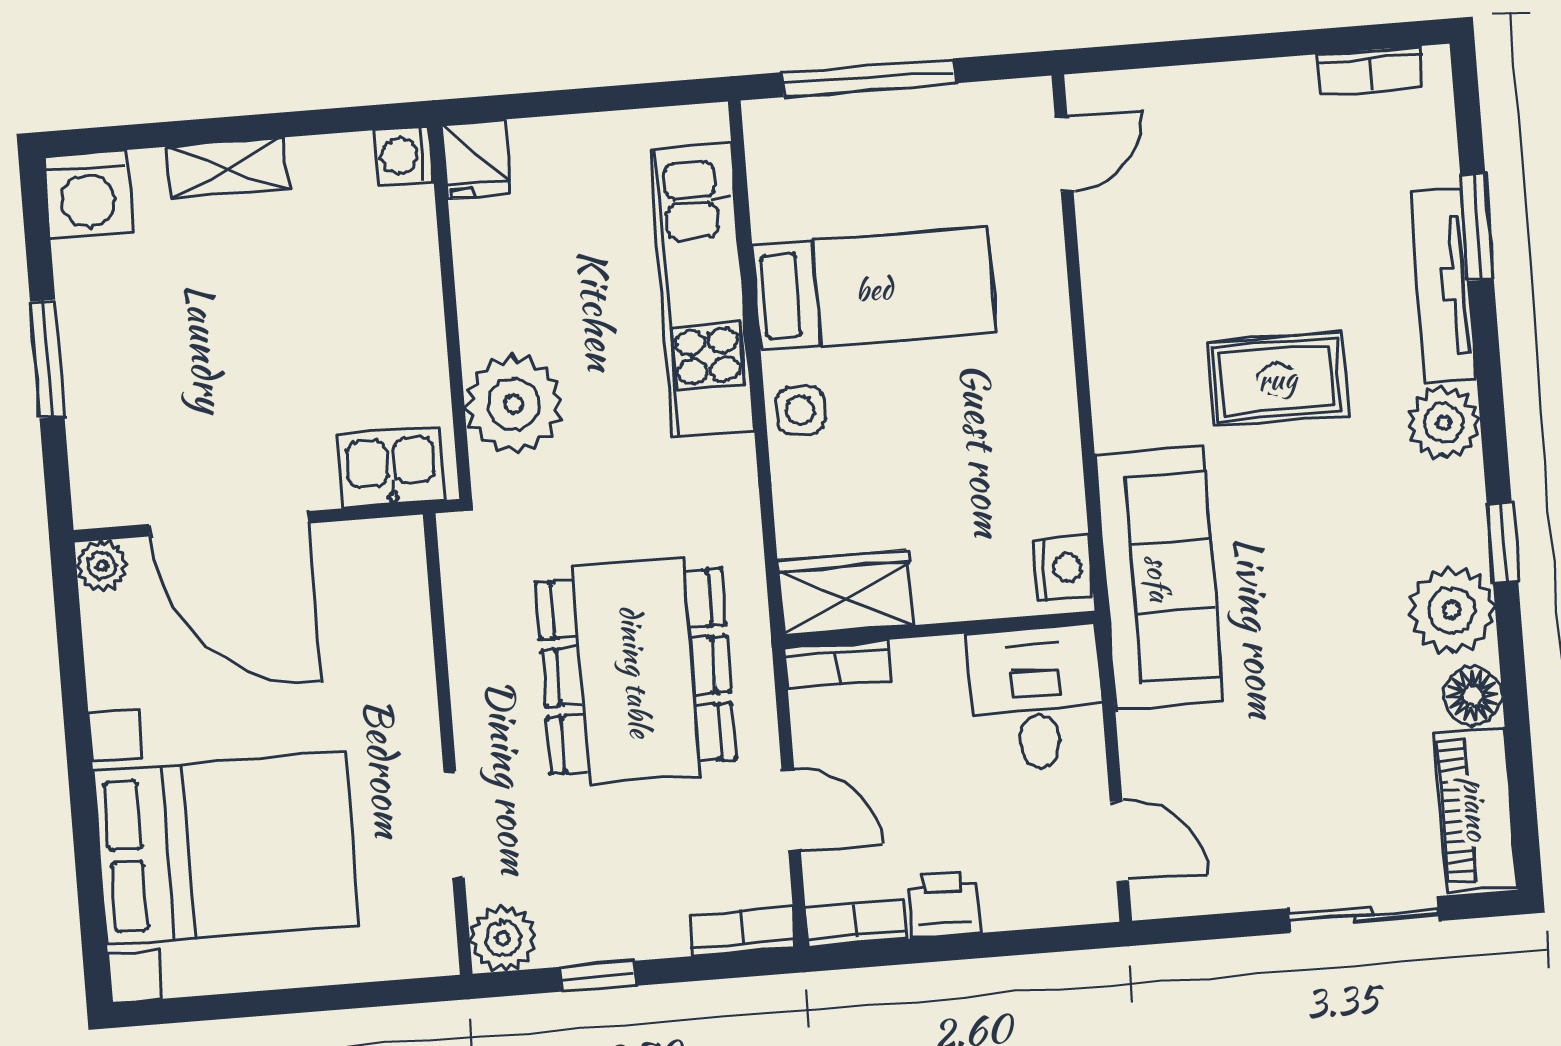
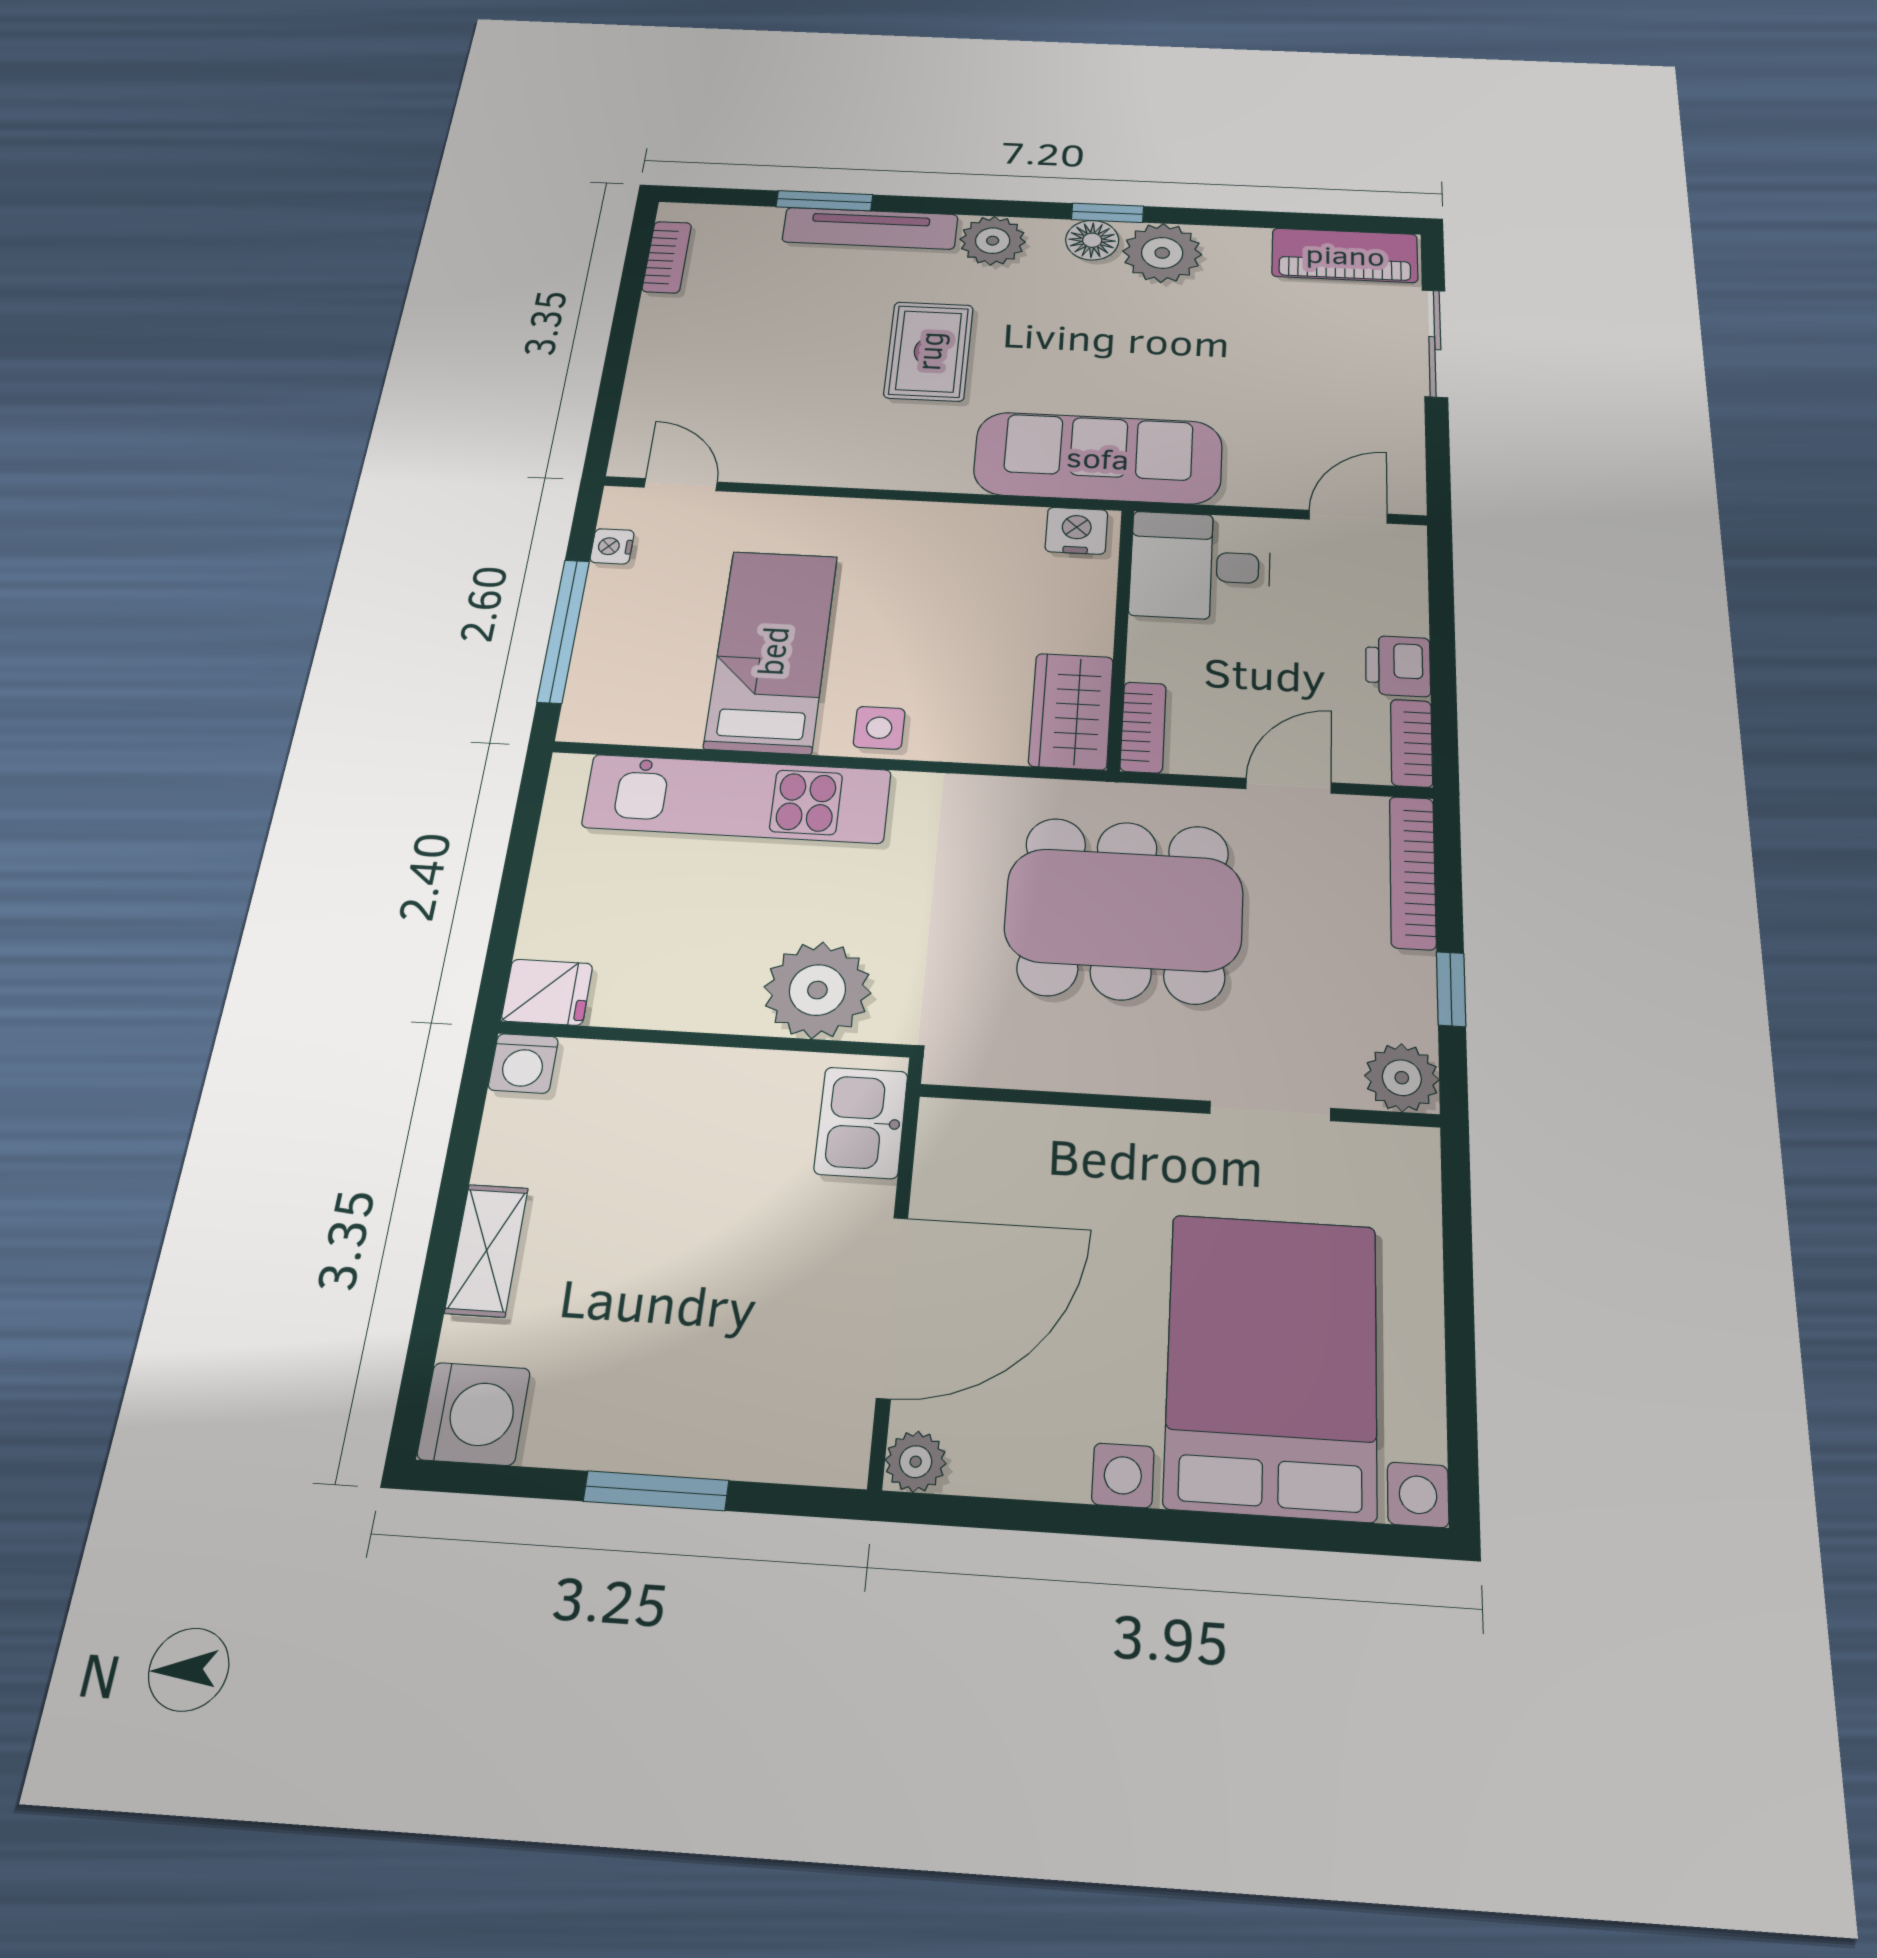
nightstand: (977, 102) -> (612, 546), added
floor lamp: (1473, 695) -> (1092, 240), moved
bookcase: (743, 931) -> (1413, 872), width x1.56

